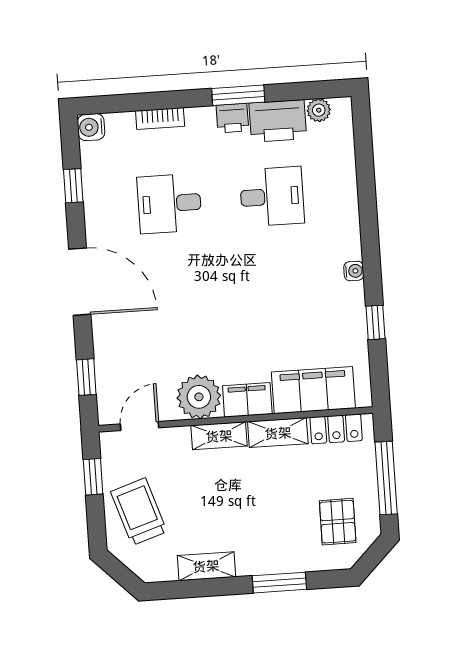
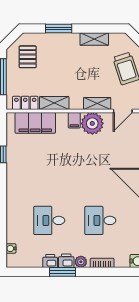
plant: (319, 110) -> (81, 262), moved
printer: (278, 121) -> (50, 261), width x0.53, depth x0.68
desk: (170, 204) -> (100, 220), turned 180
water cooler: (354, 271) -> (11, 248), moved
filing cabinet: (247, 400) -> (74, 120), width x0.50
shelving: (219, 436) -> (97, 104), moved

